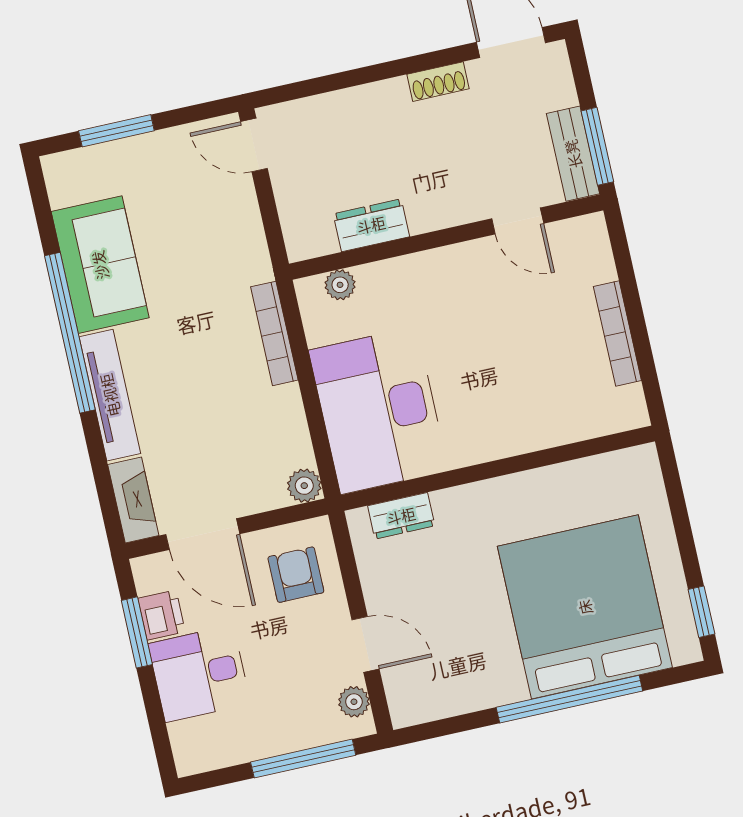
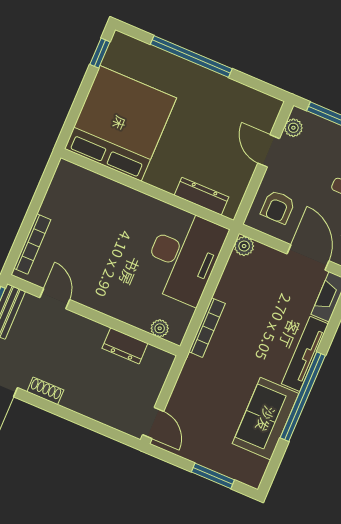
bookcase: (617, 334) -> (32, 244), moved
dresser: (401, 516) -> (201, 196), width x1.44
bed: (585, 607) -> (120, 123), moved, turned 180

